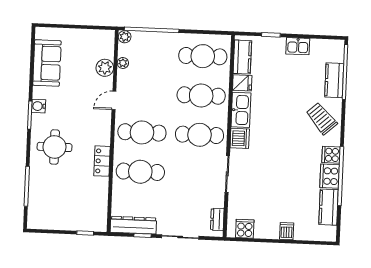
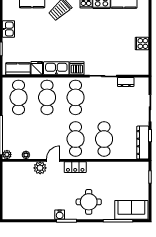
sofa: (47, 63) -> (131, 210), moved
plant: (105, 68) -> (40, 168), moved
door: (114, 100) -> (53, 160), swing flipped
locker: (102, 161) -> (75, 167), moved
dresser: (217, 219) -> (126, 82), moved
cooker: (245, 229) -> (142, 44), moved
dishwasher: (287, 231) -> (143, 32), removed

